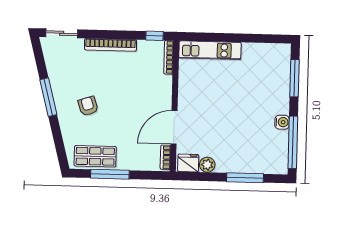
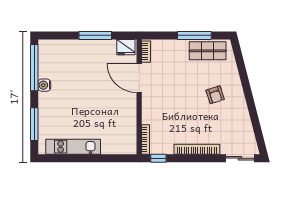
kitchen unit: (210, 50) -> (73, 147), moved
window: (48, 97) -> (250, 102), removed
door: (174, 127) -> (139, 78), swing flipped
plant: (207, 165) -> (109, 46), removed
window: (245, 178) -> (95, 35), moved

